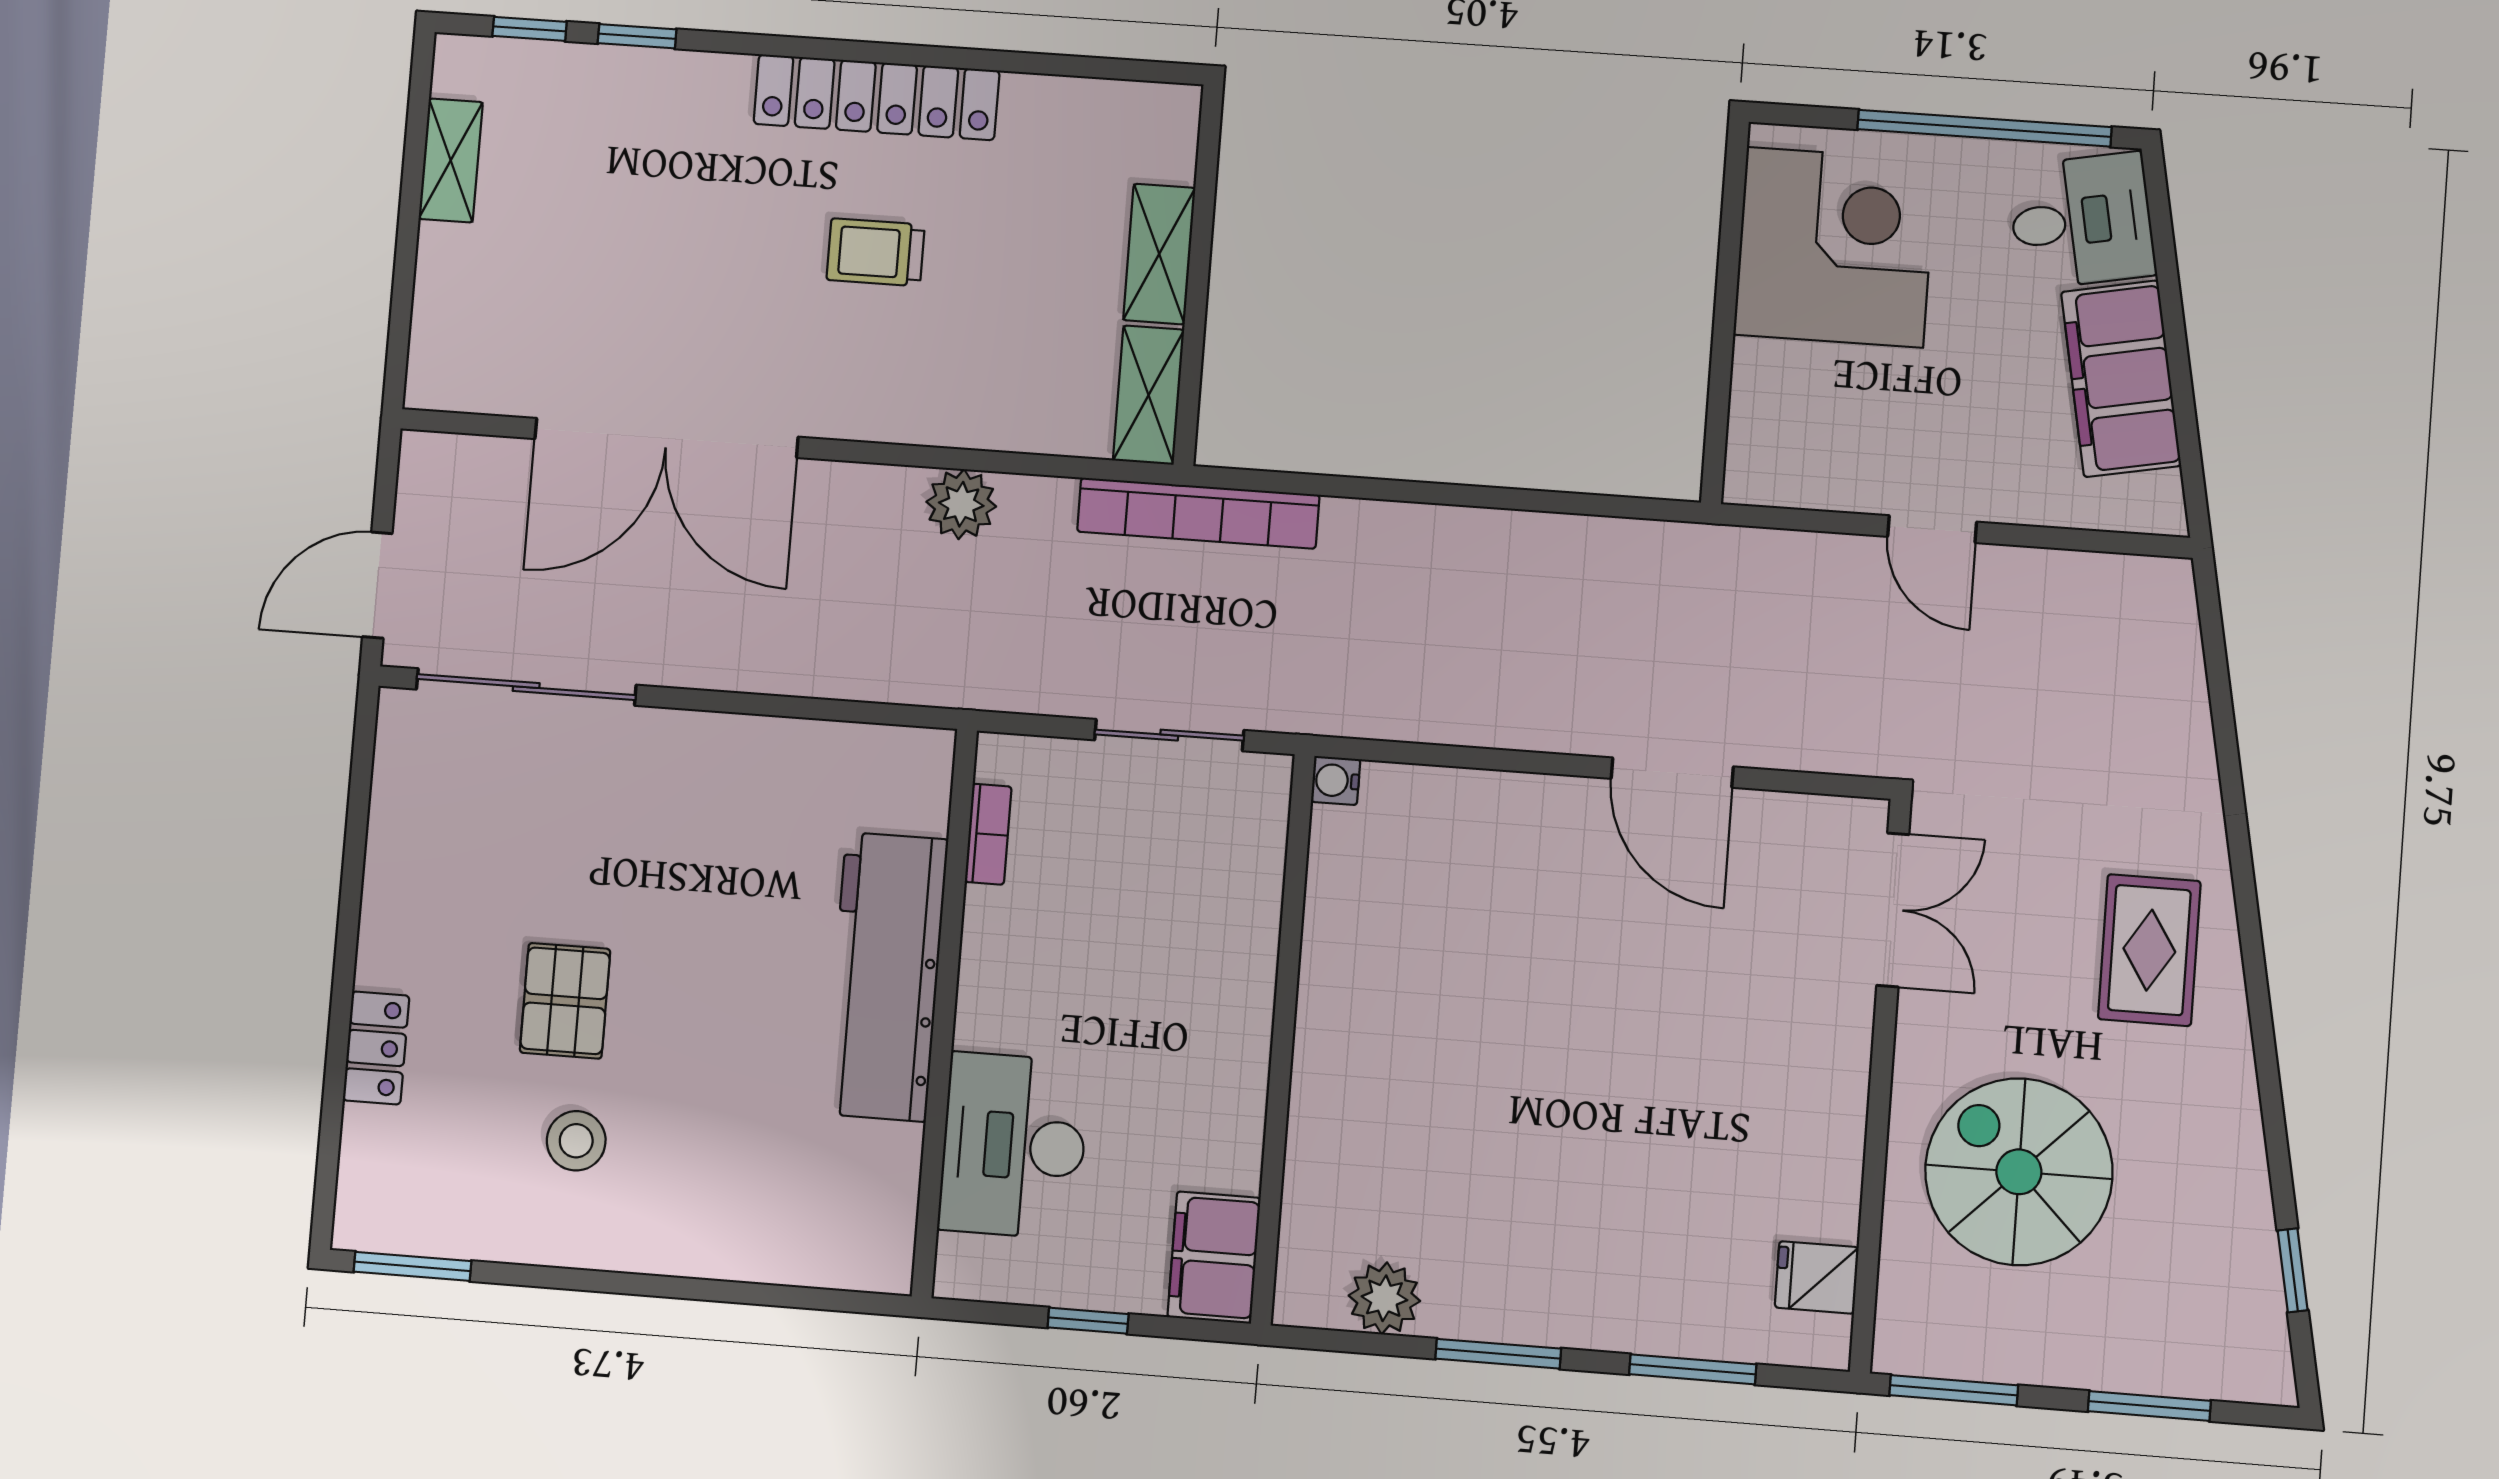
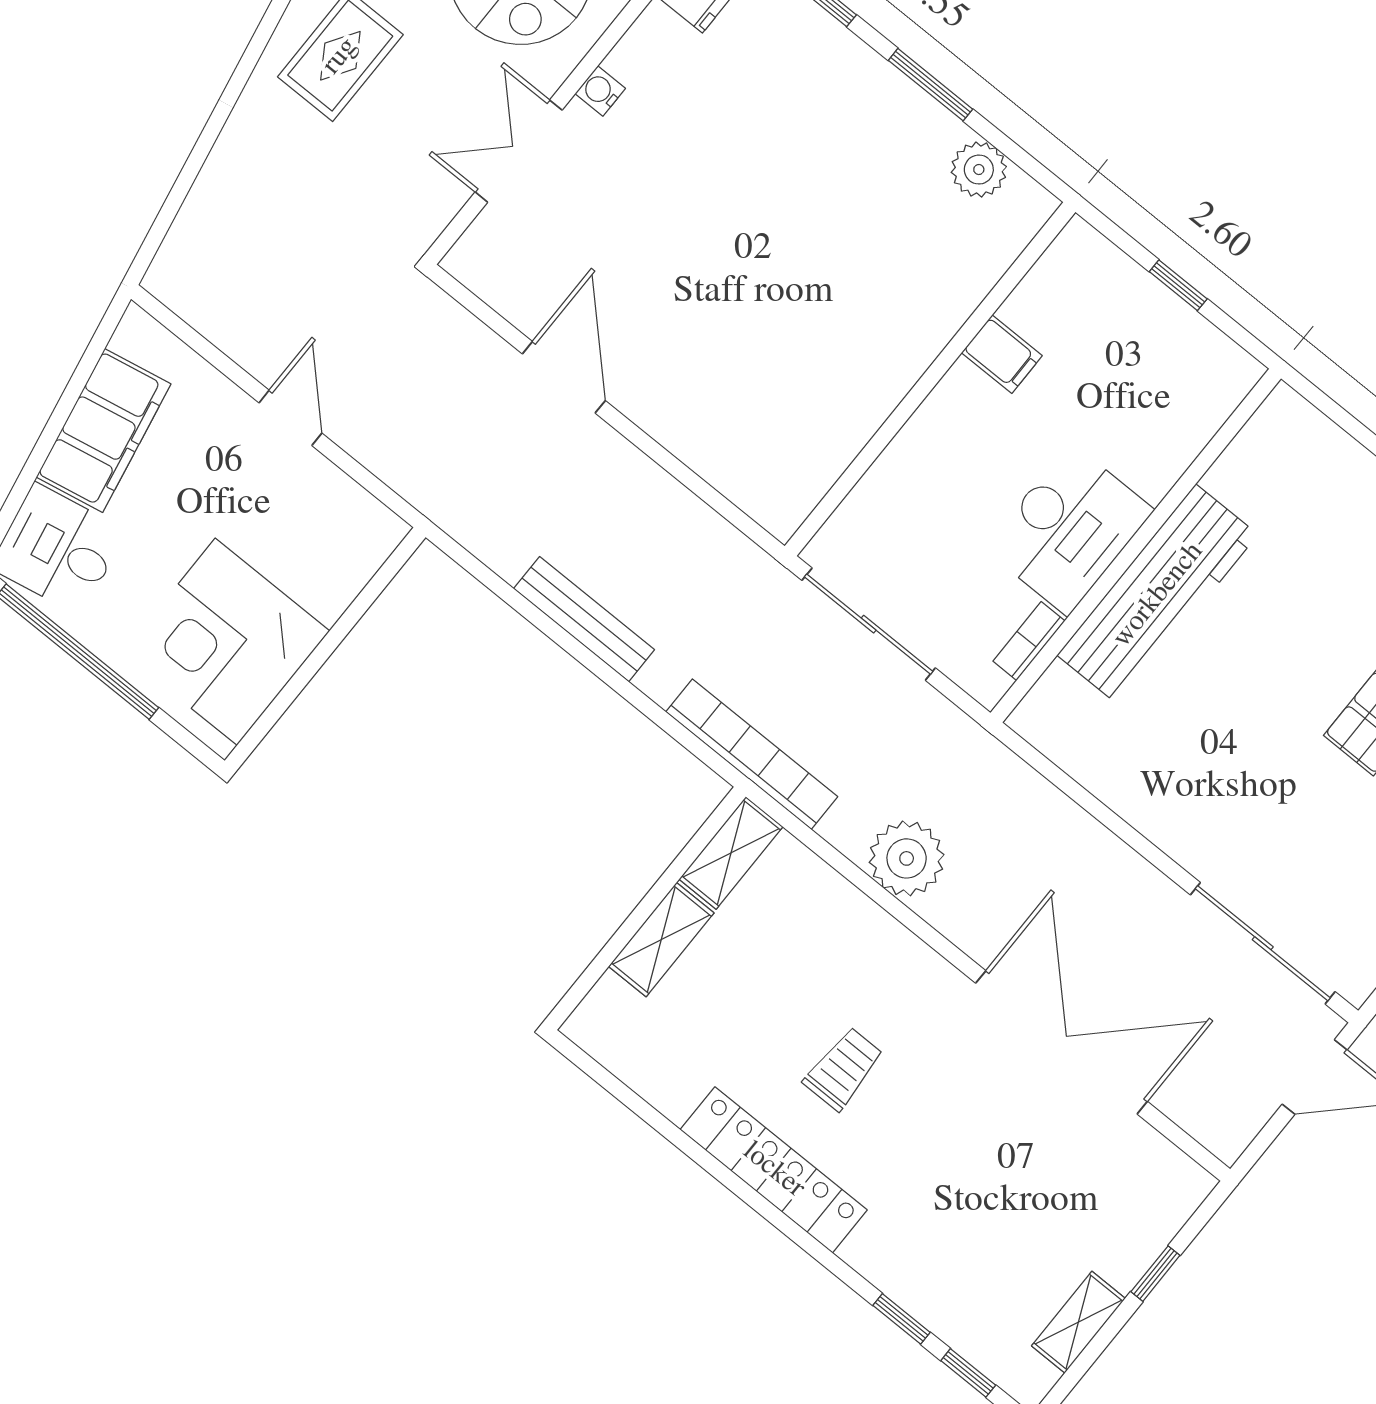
trolley: (876, 252) -> (843, 1069), turned -90
window: (405, 266) -> (1155, 1274), added
plant: (961, 504) -> (907, 858), width x1.36, depth x1.36
bench: (1473, 532) -> (584, 619), added
sliding door: (1169, 735) -> (869, 624), width x1.37
water cooler: (1336, 780) -> (600, 91), moved, turned 180
double door: (1893, 910) -> (519, 151), moved
desk: (1014, 1146) -> (1069, 529), moved
filing cabinet: (1214, 1257) -> (1002, 354), moved, width x0.50

